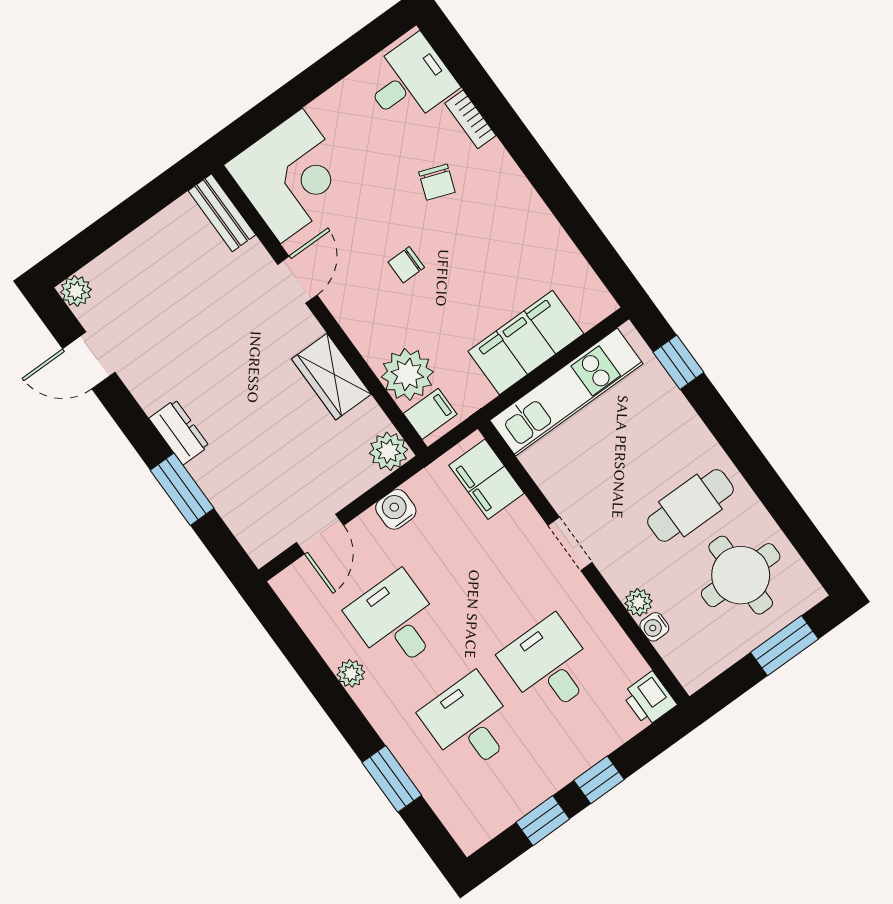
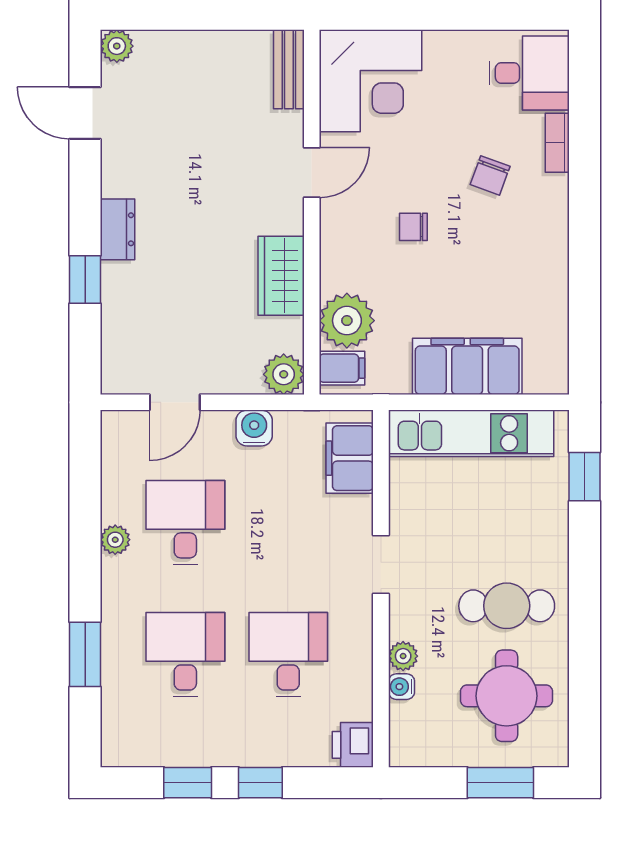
window: (182, 489) -> (85, 280), width x0.67

